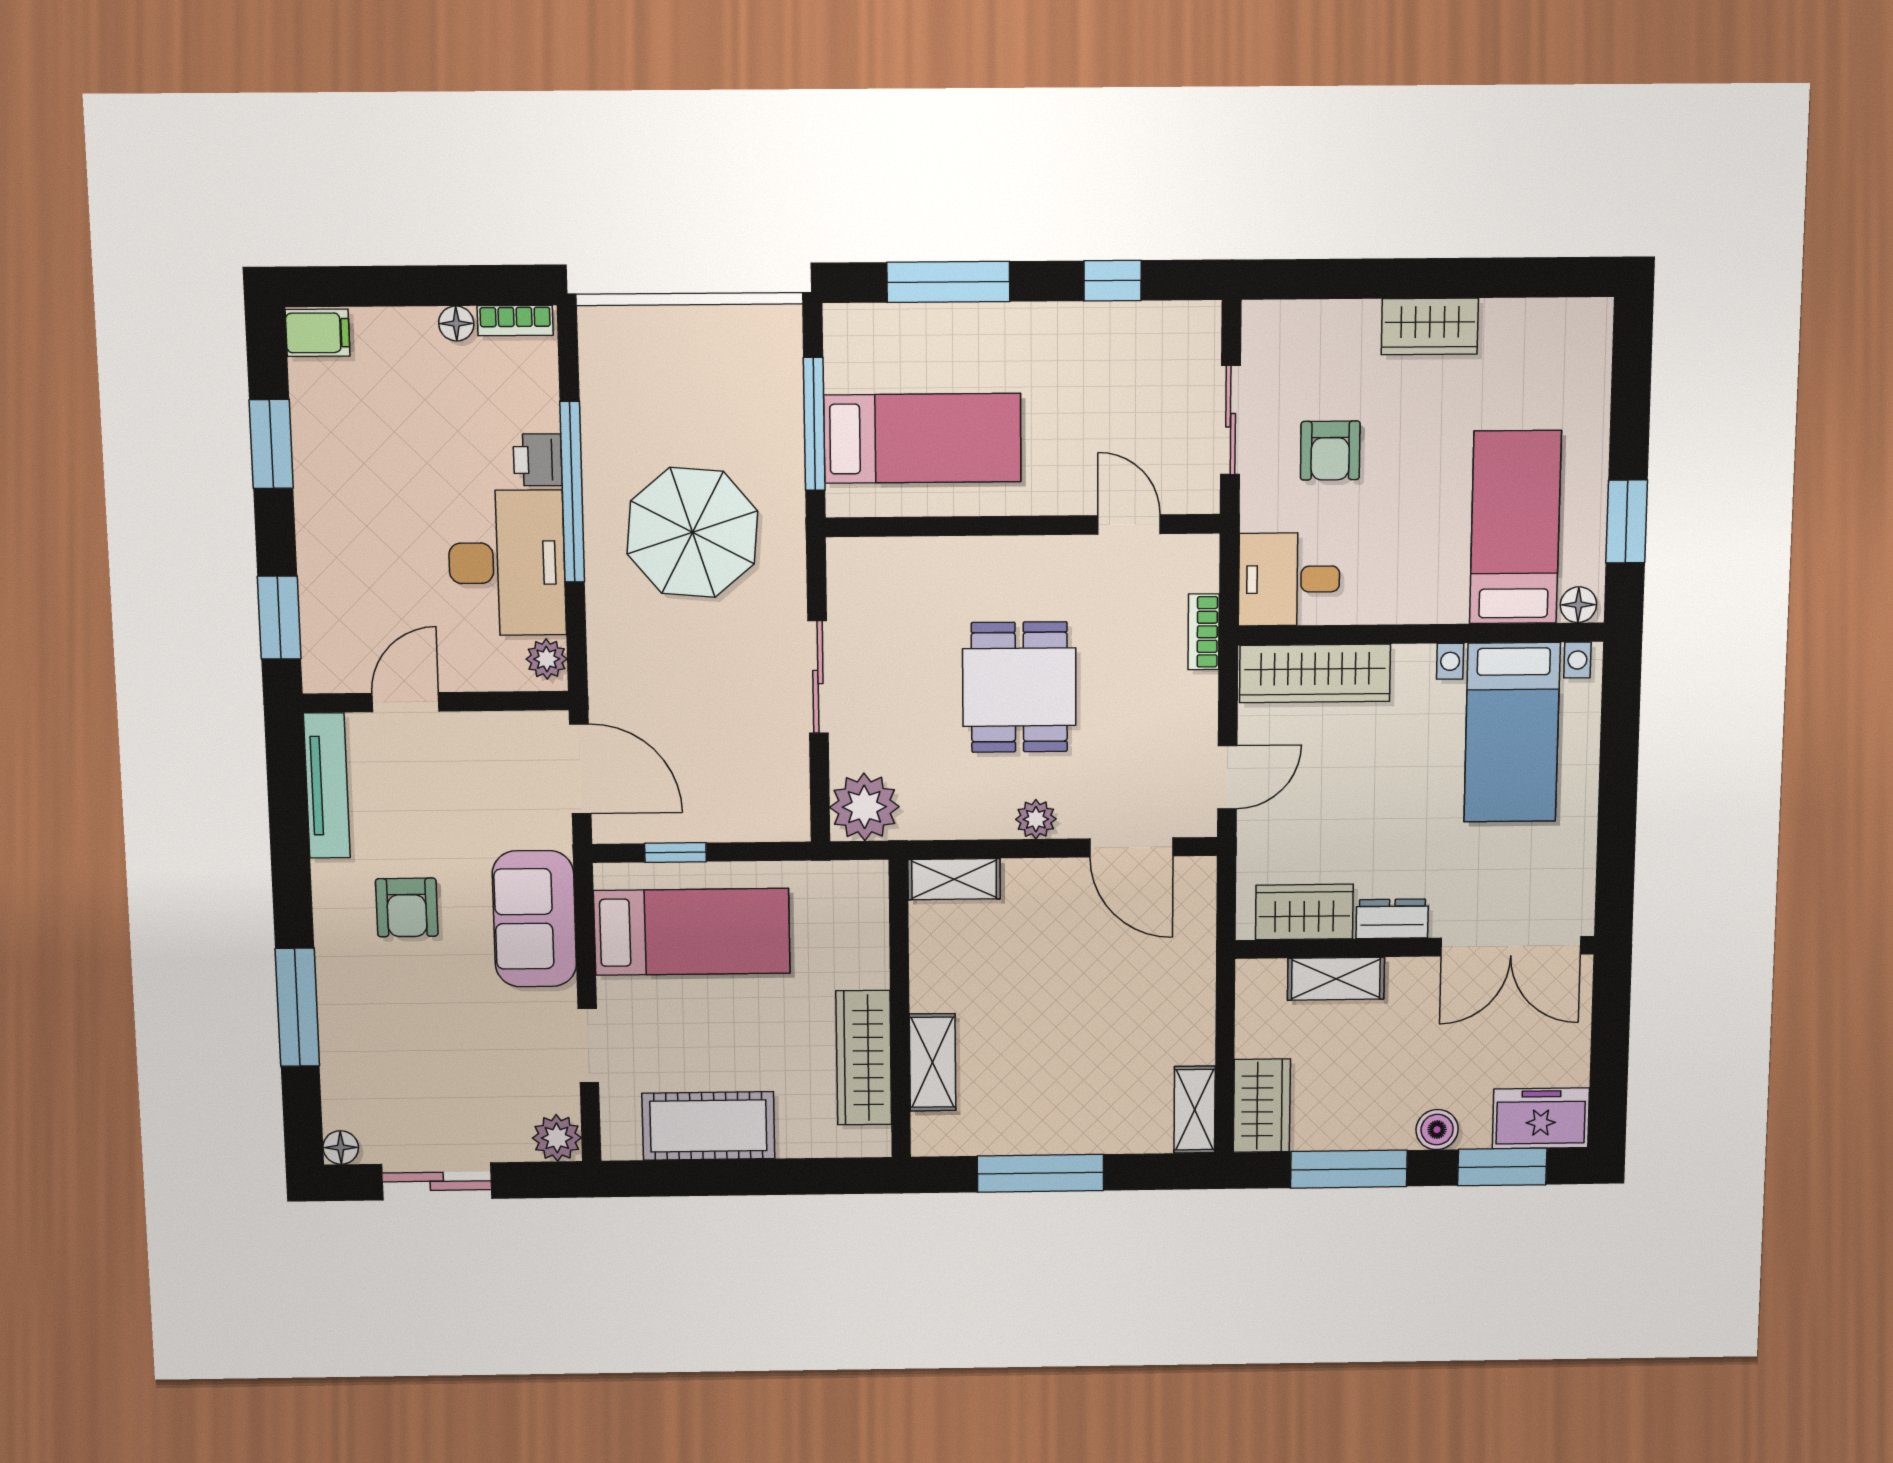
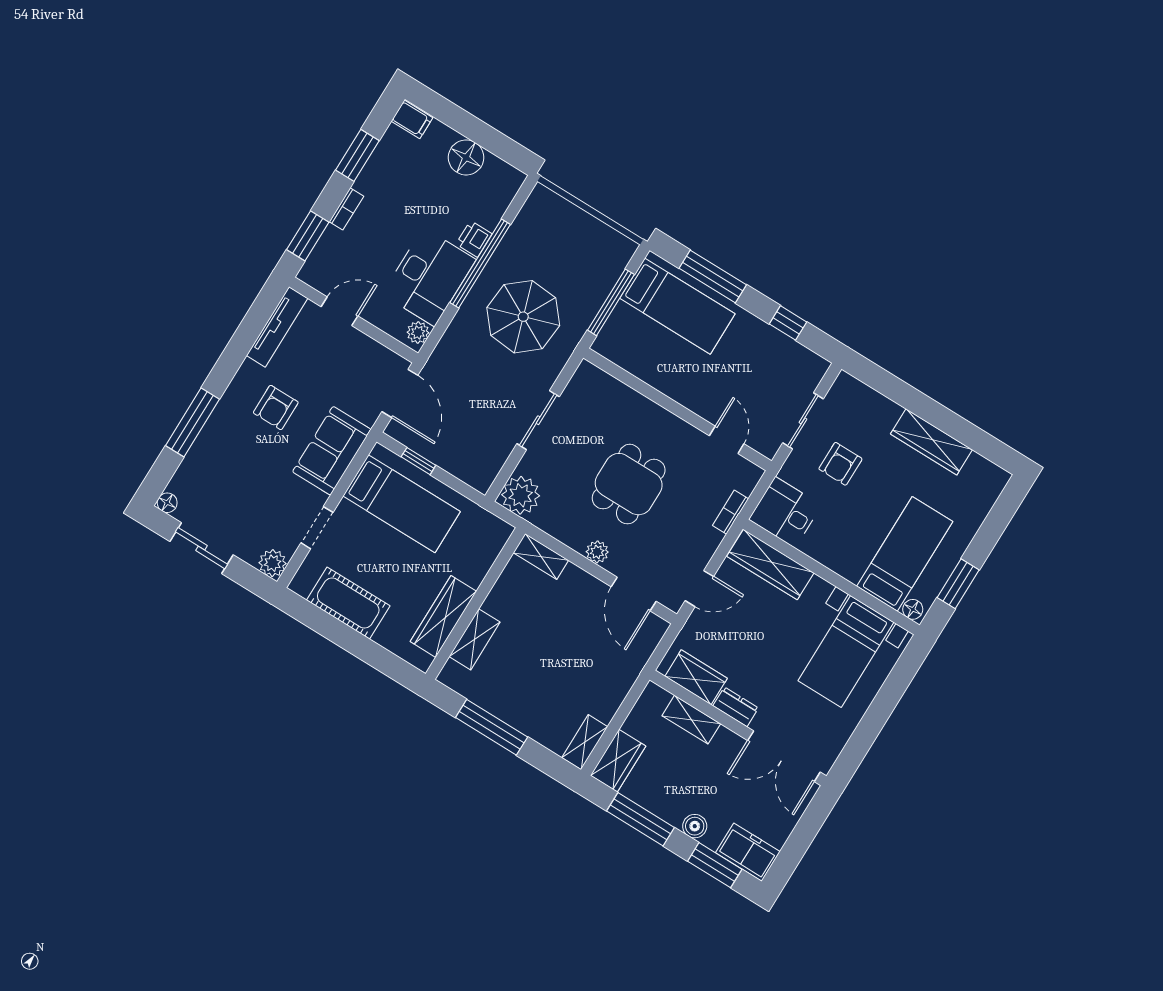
bookcase: (515, 321) -> (346, 209), moved, turned -90
floor lamp: (456, 324) -> (466, 157), width x1.89, depth x1.89
wardrobe: (1430, 326) -> (931, 442), width x1.50
bed: (922, 438) -> (677, 306), moved

